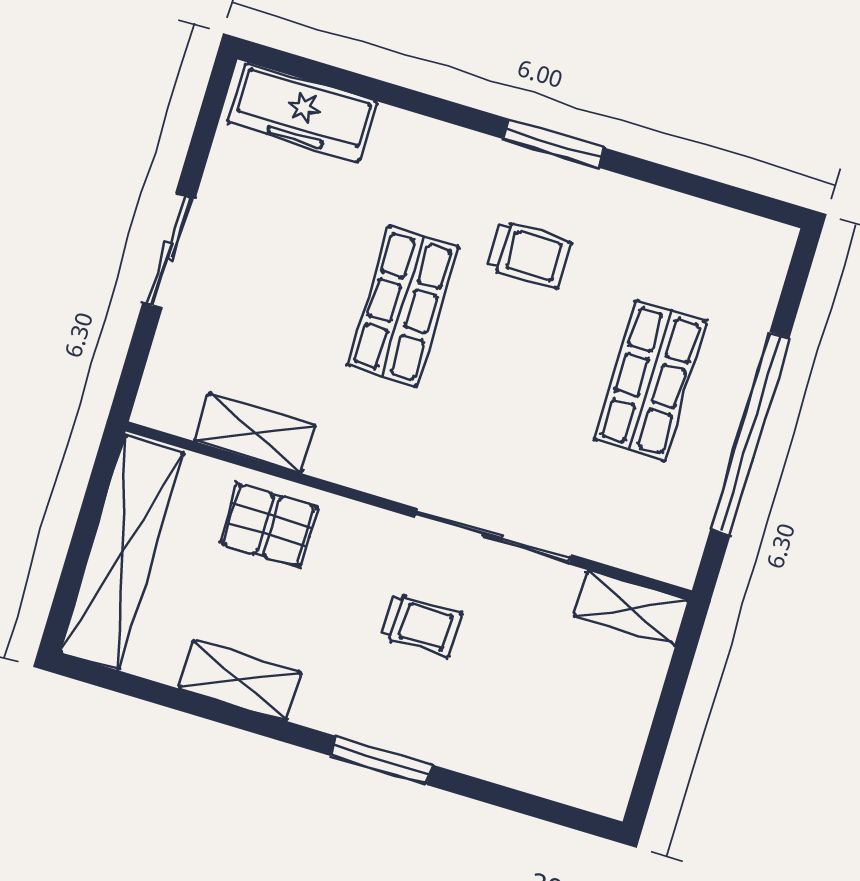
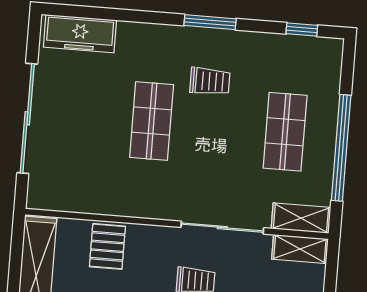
window: (723, 194) -> (302, 29), added
sliding door: (169, 251) -> (27, 118), width x1.86
shelving: (255, 433) -> (301, 218), moved
pallet: (268, 525) -> (107, 246), turned 90

